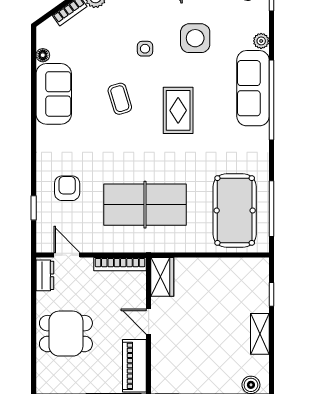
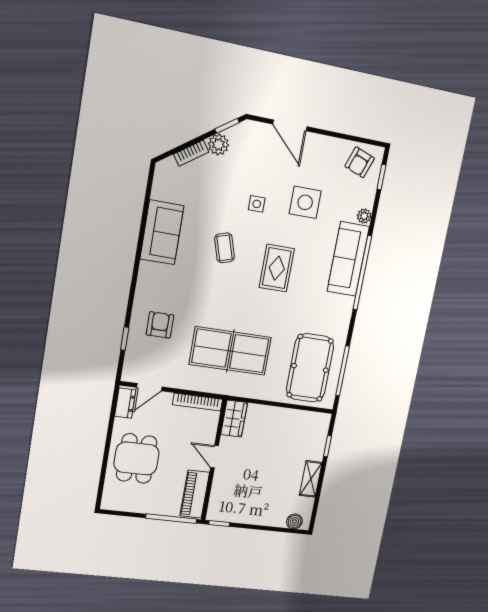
floor lamp: (43, 55) -> (158, 192), removed
door: (67, 255) -> (149, 387), swing flipped
dining table: (66, 334) -> (137, 458), turned 90

